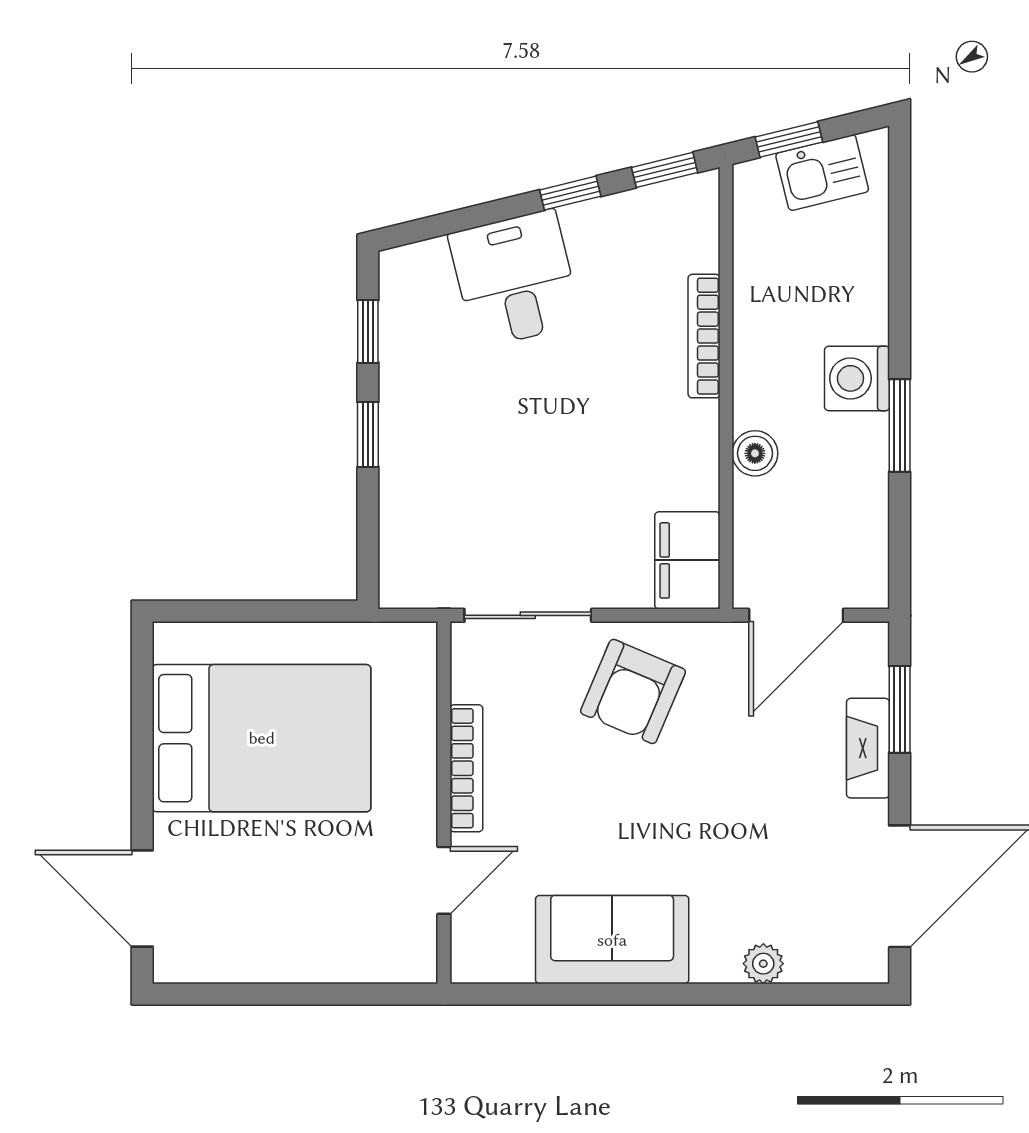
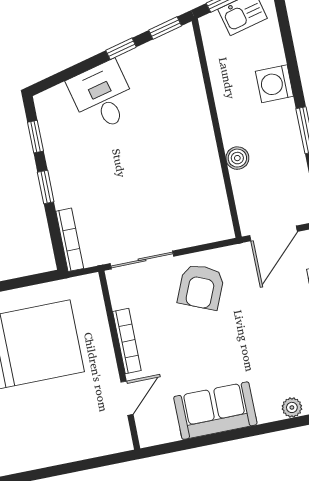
bookcase: (704, 336) -> (70, 240), moved, turned 180
washing machine: (857, 378) -> (274, 84), moved
filing cabinet: (687, 560) -> (215, 217), removed

